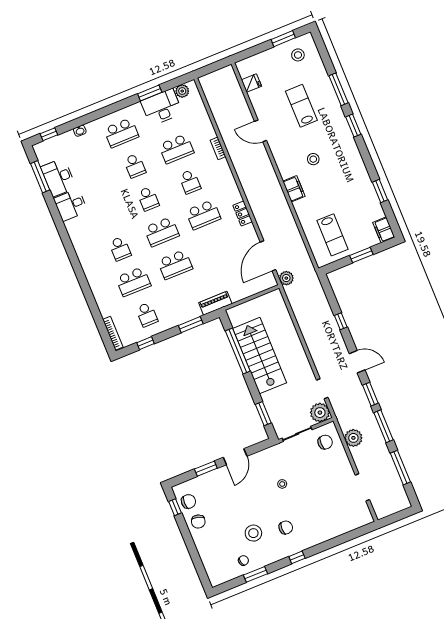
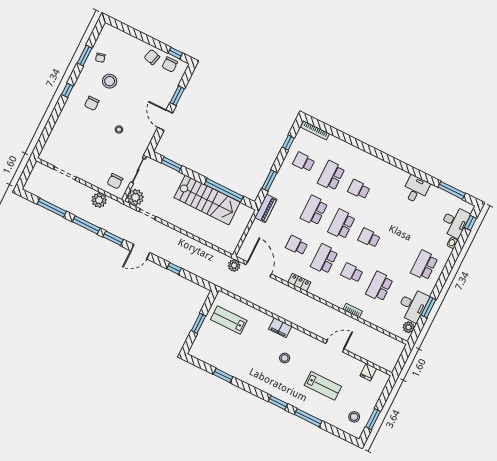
school desk: (135, 166) -> (297, 245), moved
desk: (58, 177) -> (455, 222), moved, turned 90
filing cabinet: (384, 230) -> (198, 352), removed

